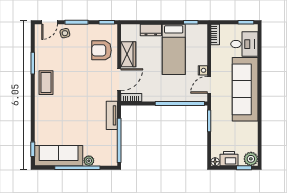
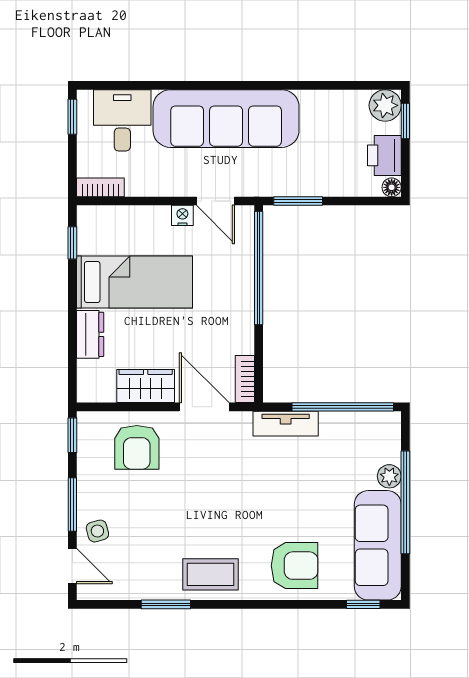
armchair: (50, 119) -> (295, 566), added

